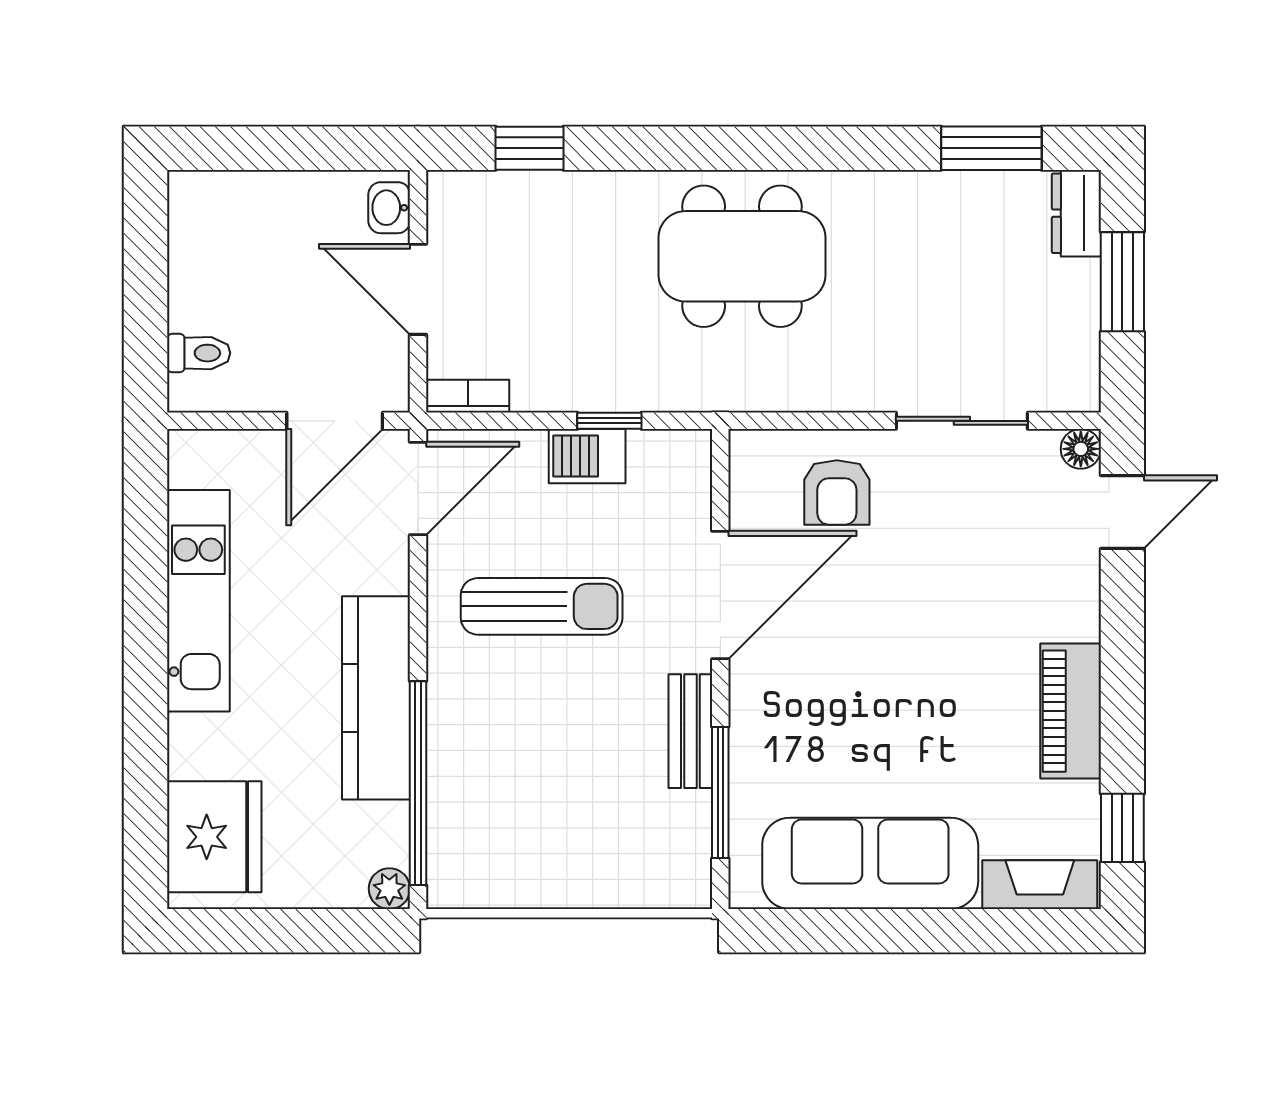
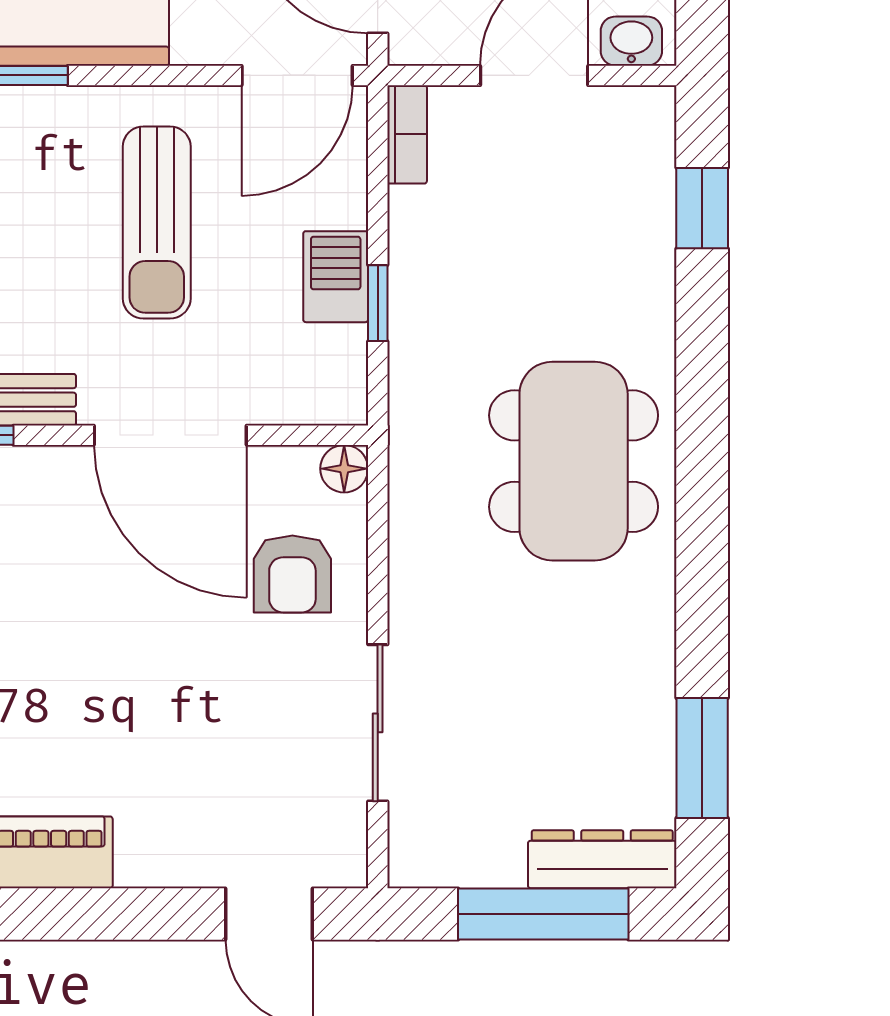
dresser: (1076, 213) -> (602, 859), width x1.44
window: (1122, 282) -> (543, 914), width x1.44
floor lamp: (1081, 449) -> (344, 469), moved
door: (418, 489) -> (297, 75), hinge flipped
armchair: (837, 492) -> (292, 574), turned -90

